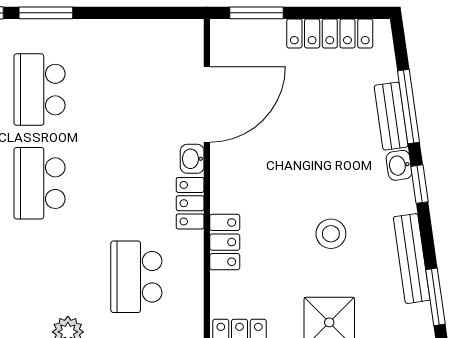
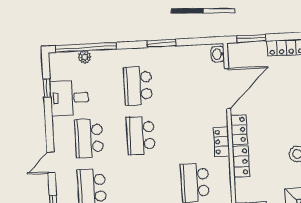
window: (46, 13) -> (161, 43), moved
washbasin: (192, 159) -> (218, 54), moved
locker: (224, 182) -> (239, 130), added

